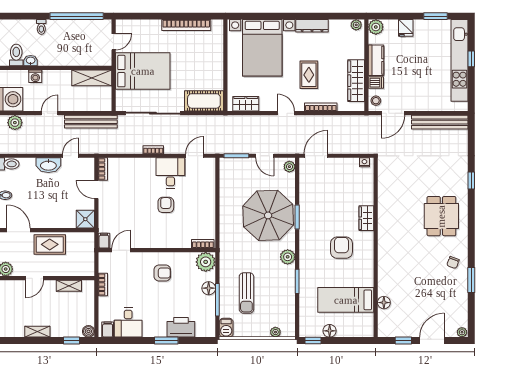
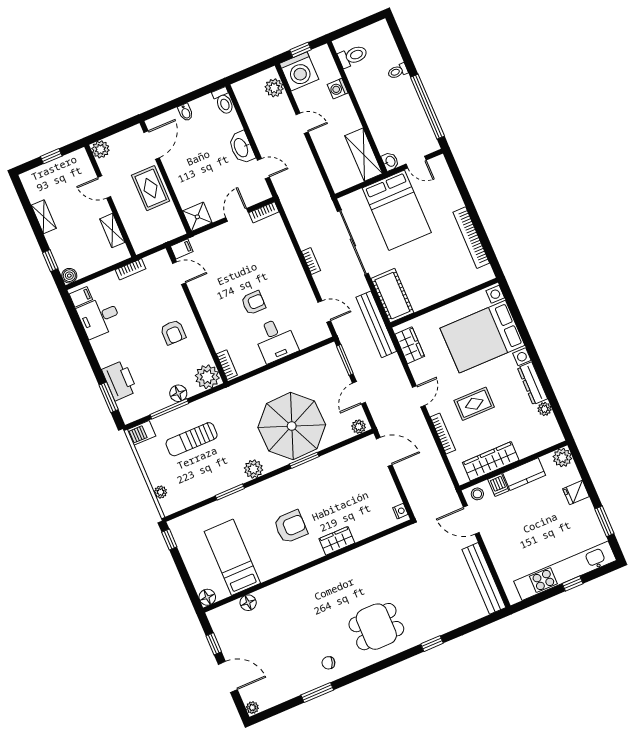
plant: (356, 25) -> (545, 409), moved
washbasin: (31, 61) -> (390, 161), moved
bench: (91, 122) -> (376, 324), moved
desk: (170, 173) -> (275, 340), moved, turned 90
floor lamp: (330, 331) -> (207, 597), moved
window: (166, 341) -> (109, 397), moved

